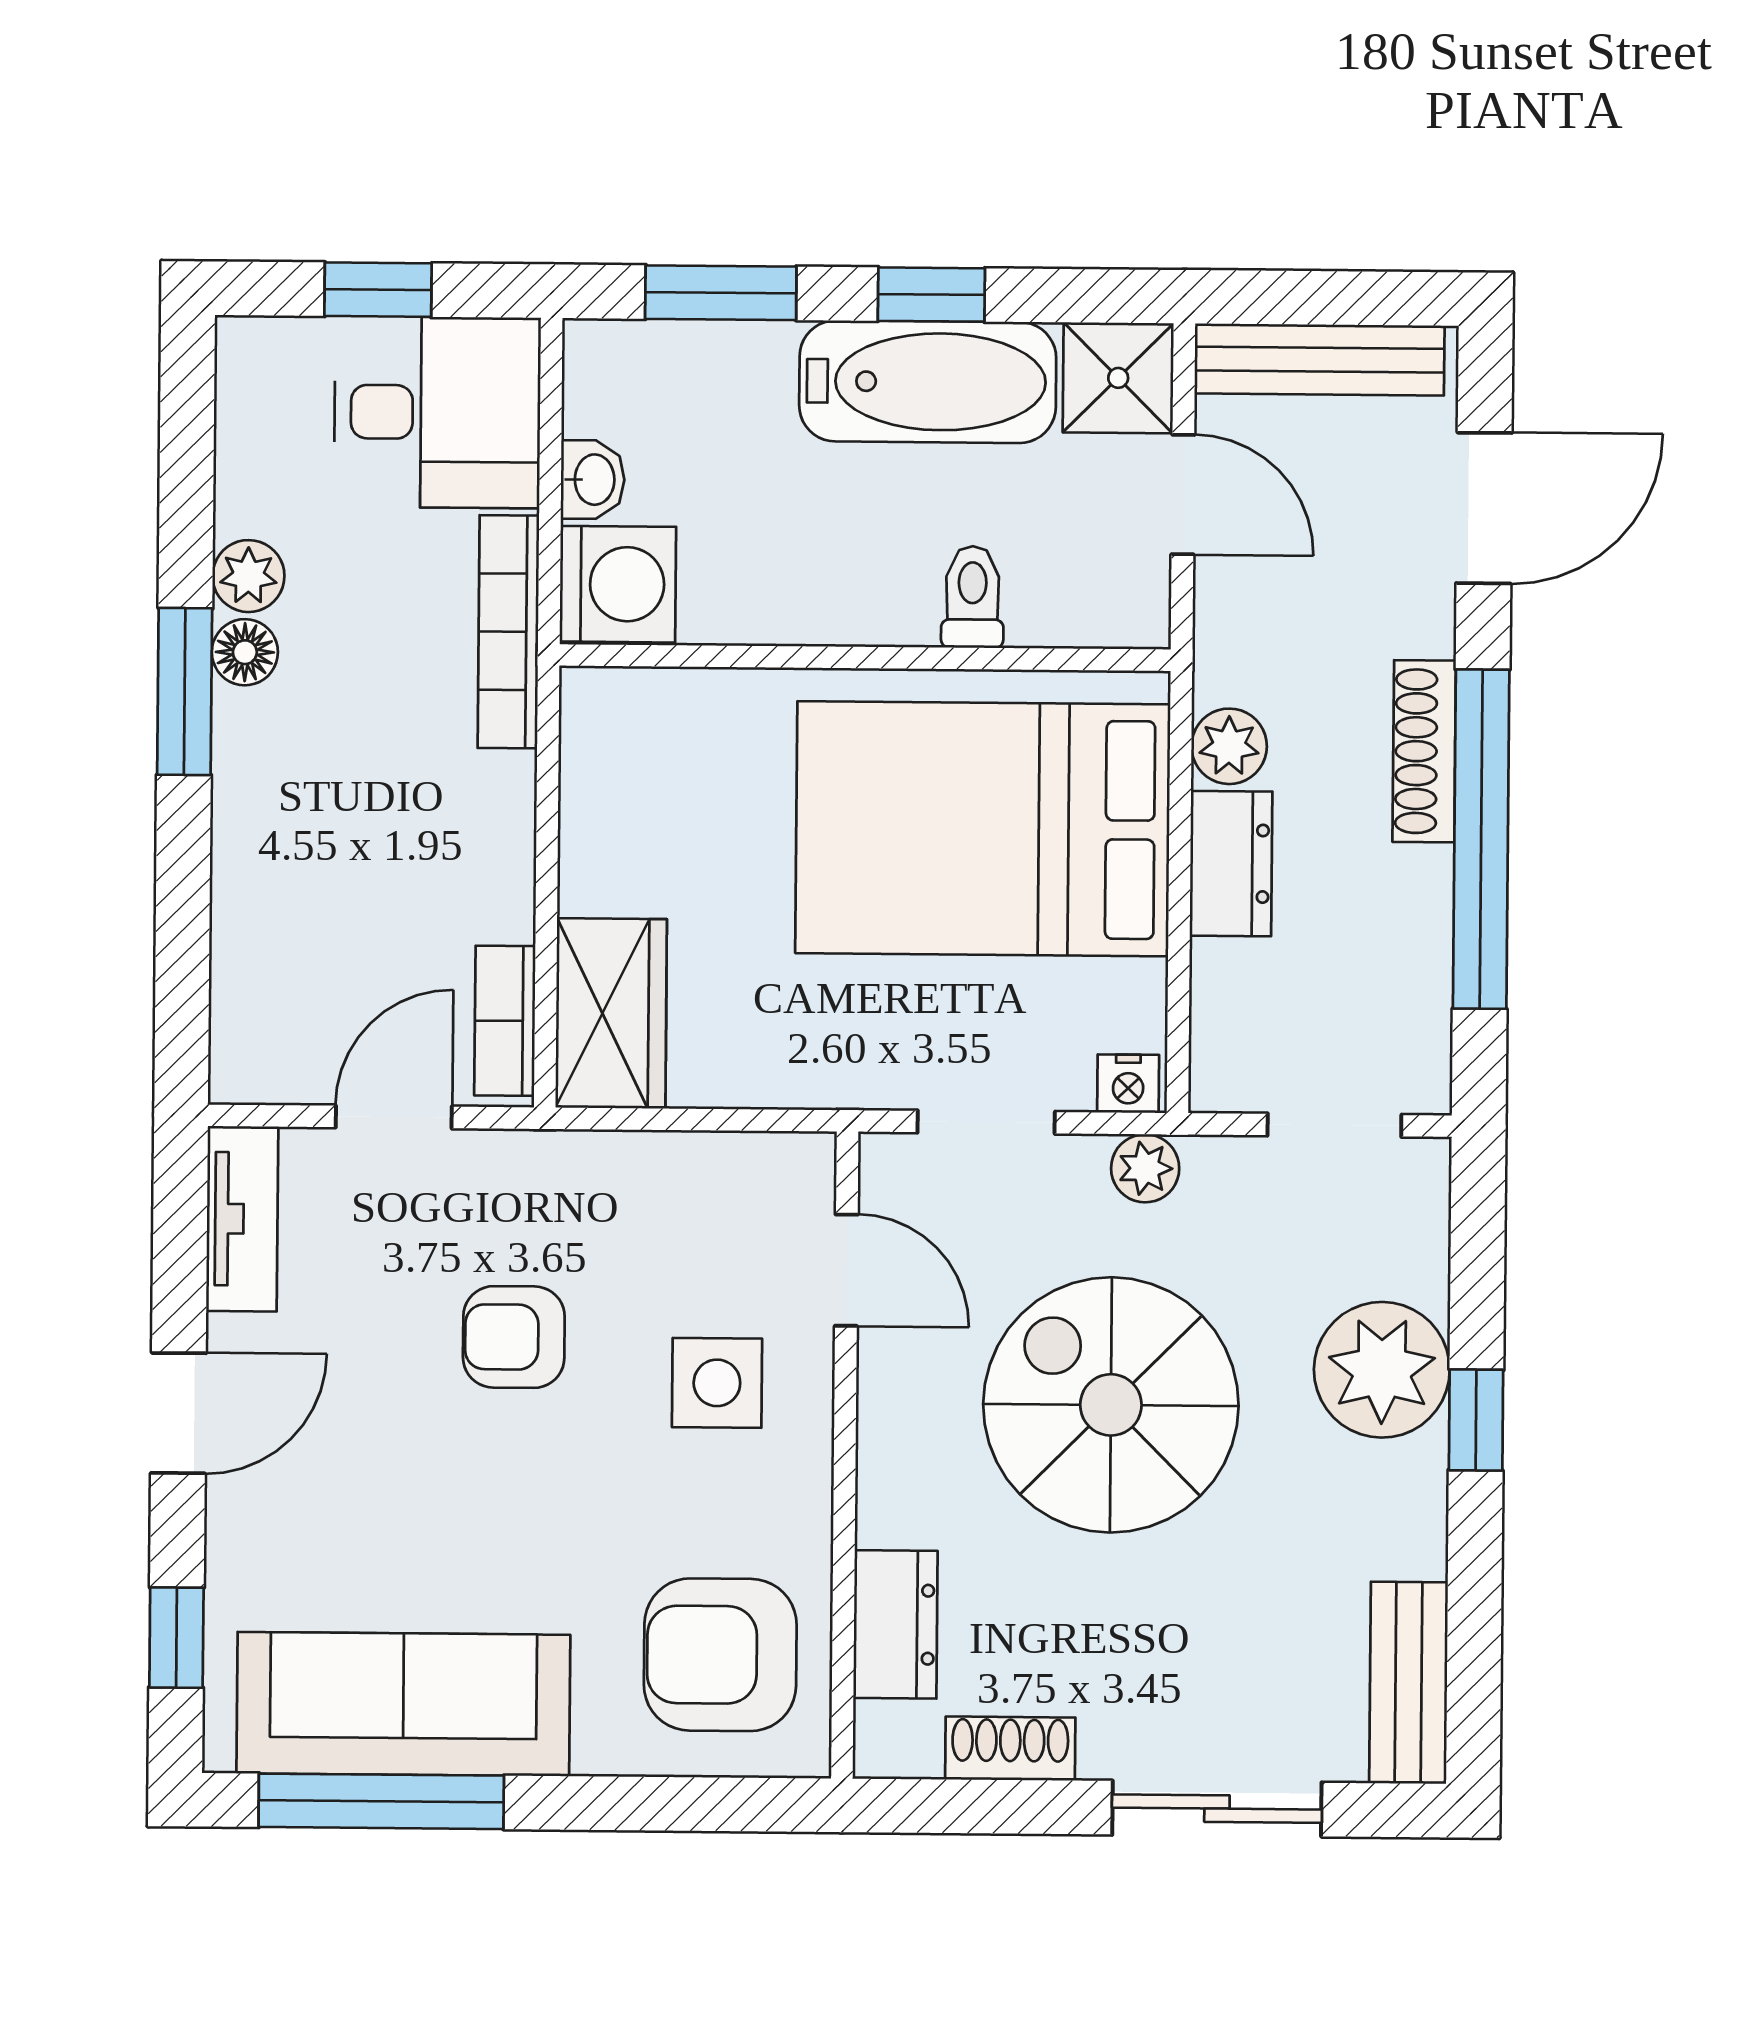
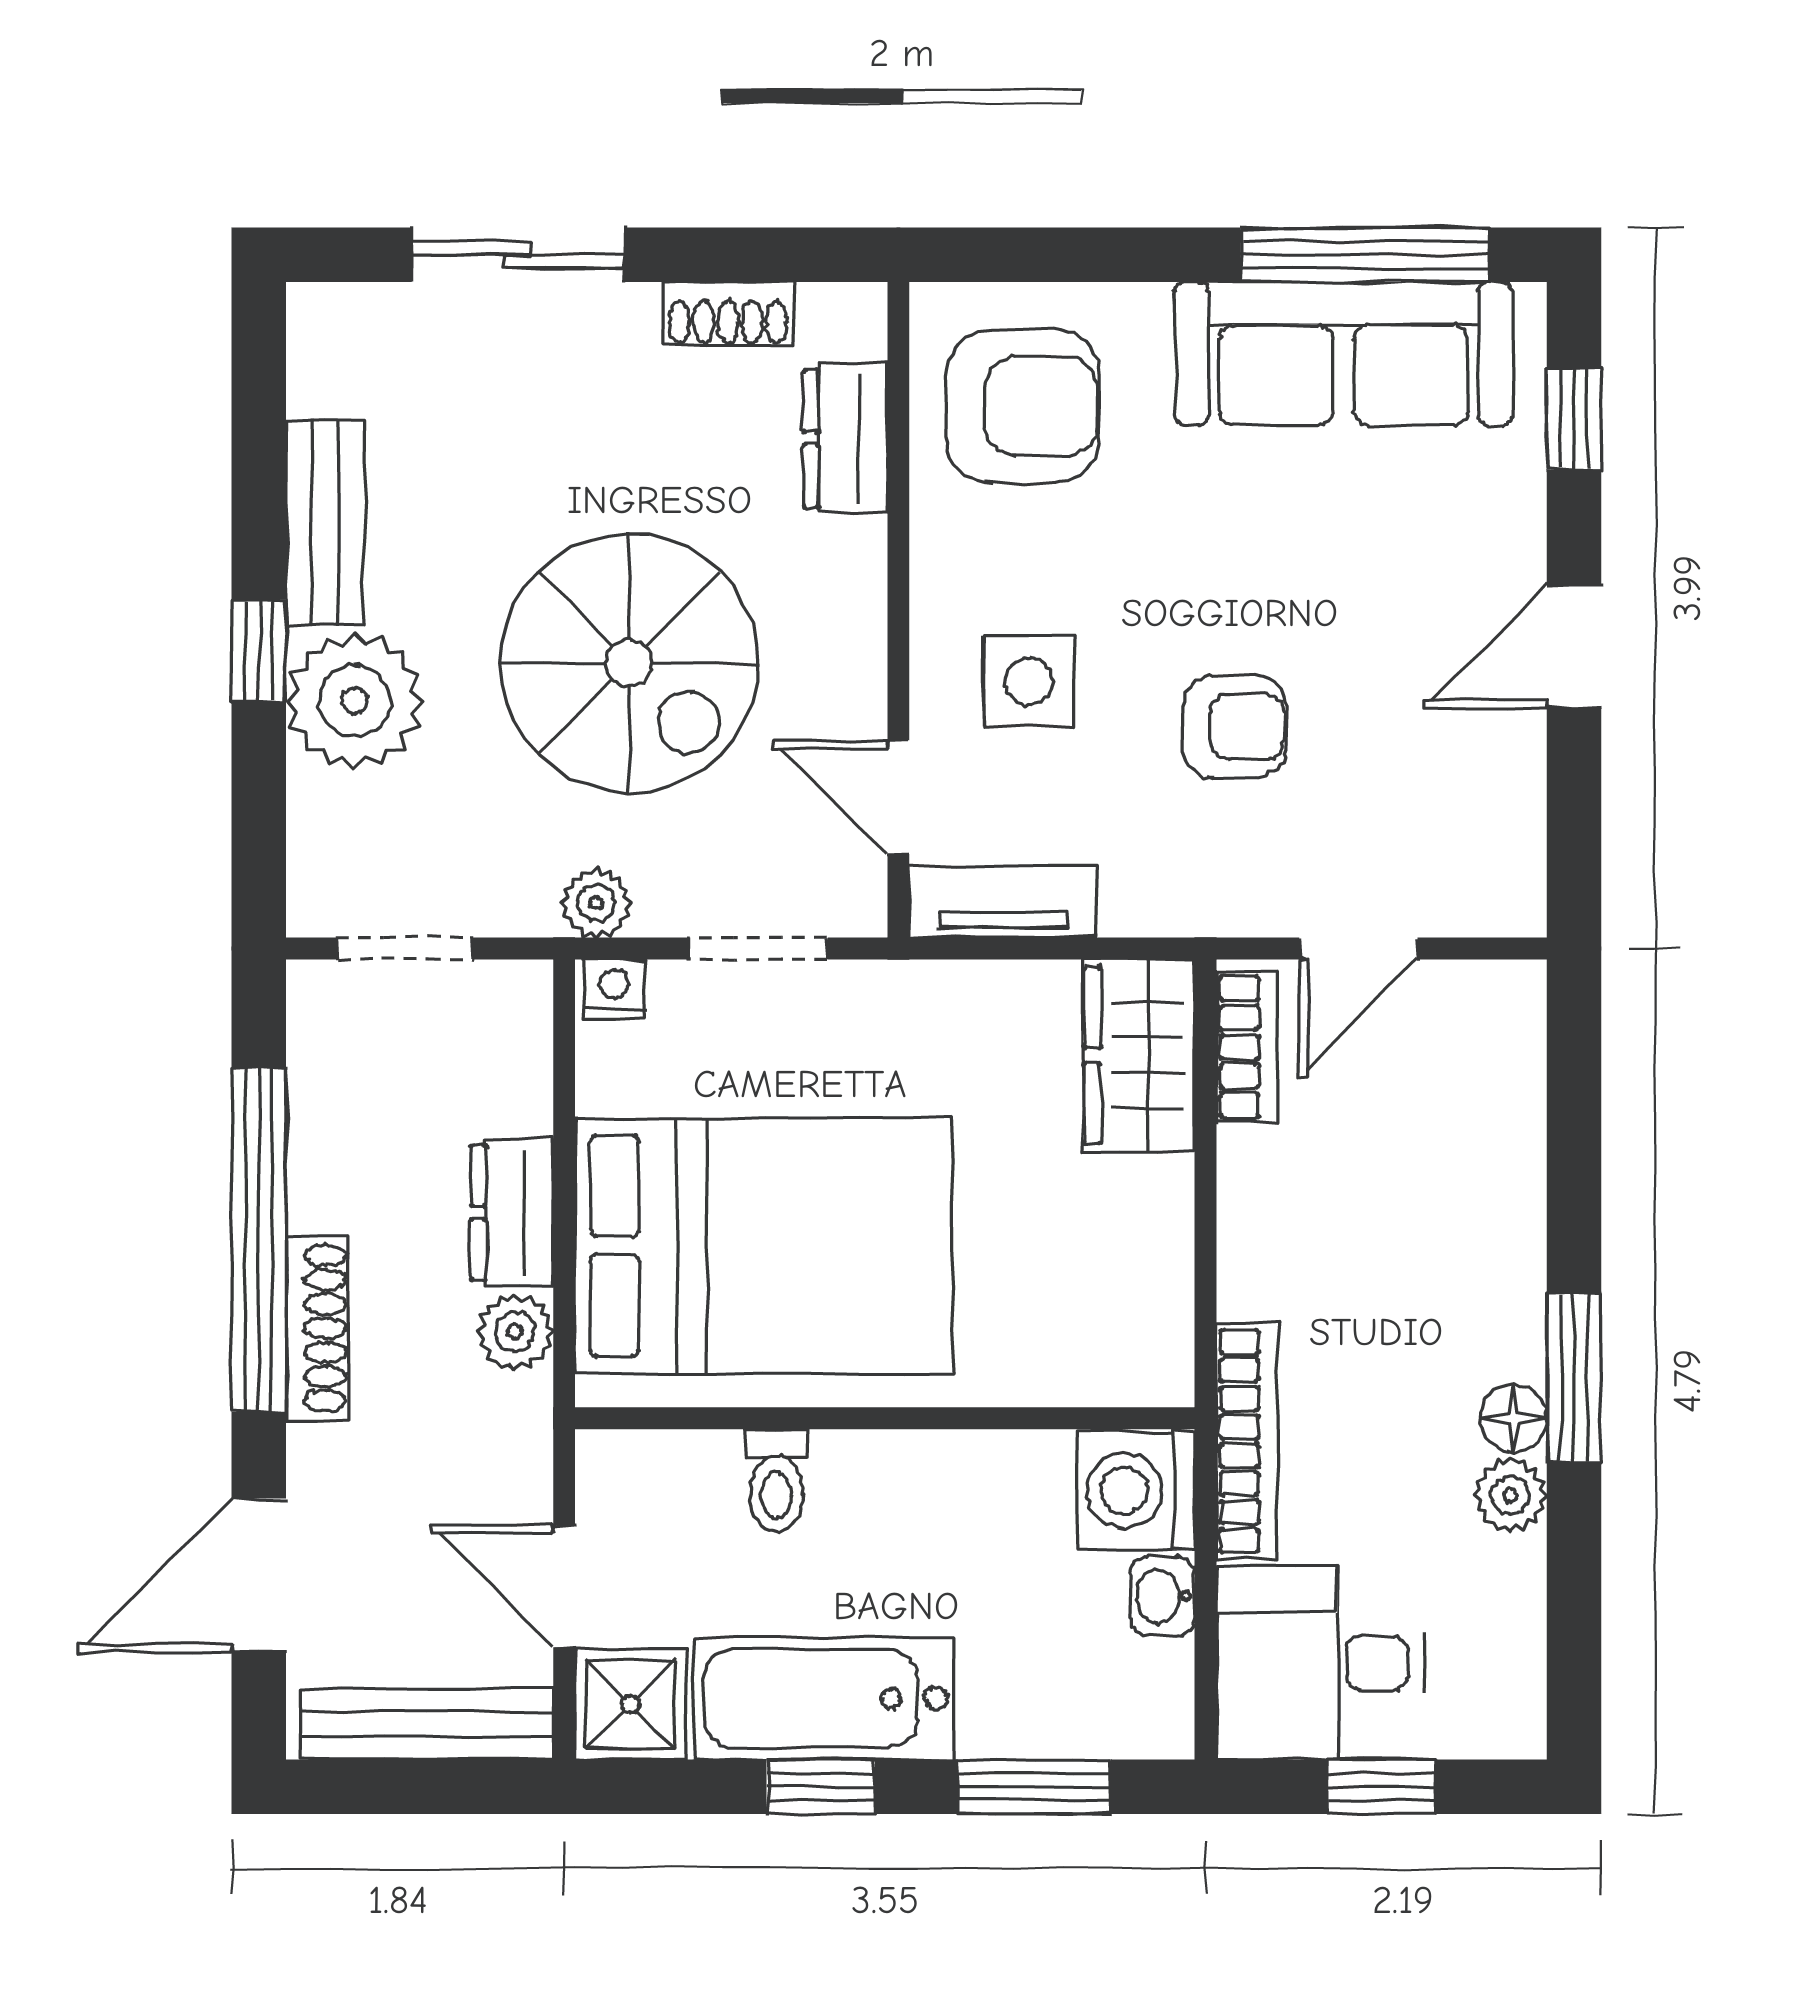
tv unit: (242, 1219) -> (1003, 902), moved, turned 90
bench: (1409, 1683) -> (325, 523), moved

